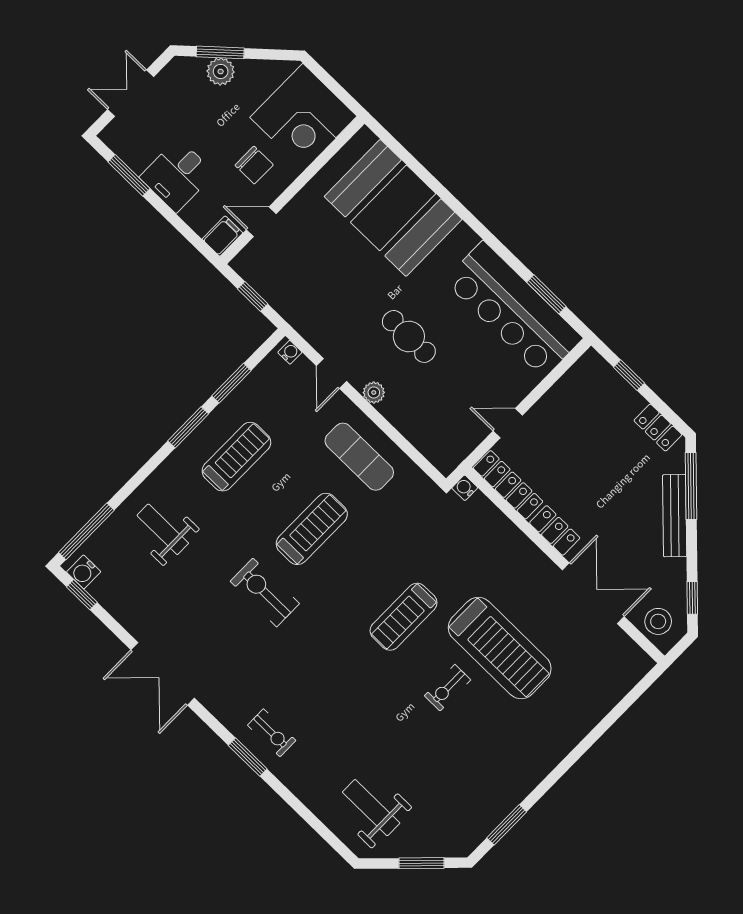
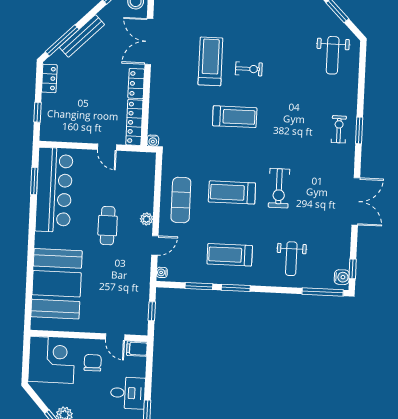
treadmill: (500, 648) -> (210, 61), width x0.73, depth x0.73

